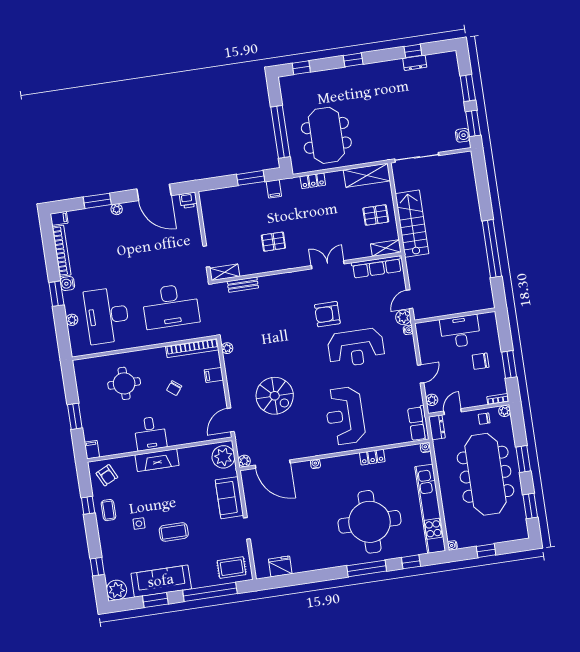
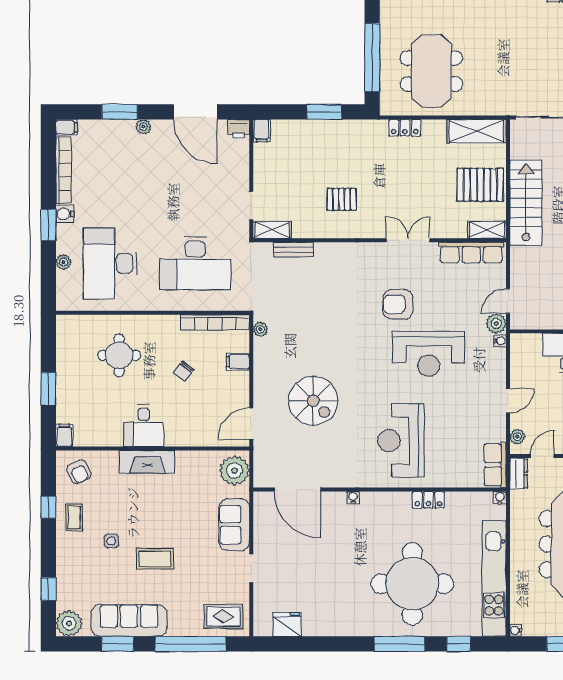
filing cabinet: (274, 189) -> (262, 131), moved
pallet: (376, 215) -> (480, 185), width x1.50, depth x1.42
plant: (244, 461) -> (261, 480), removed

